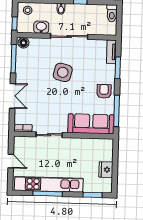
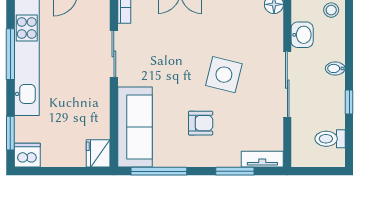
toilet: (112, 13) -> (330, 139), moved
armchair: (104, 91) -> (201, 123), moved
fridge: (106, 170) -> (98, 153), moved, turned -90
dishwasher: (105, 186) -> (27, 155), added

